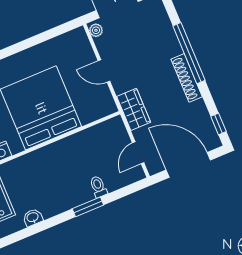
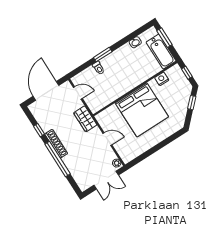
window: (219, 124) -> (39, 130), moved
door: (138, 153) -> (78, 93), hinge flipped
door: (188, 165) -> (46, 91), swing flipped

